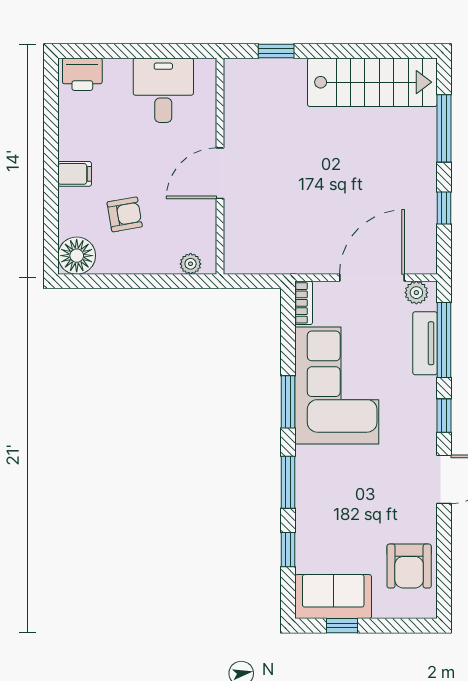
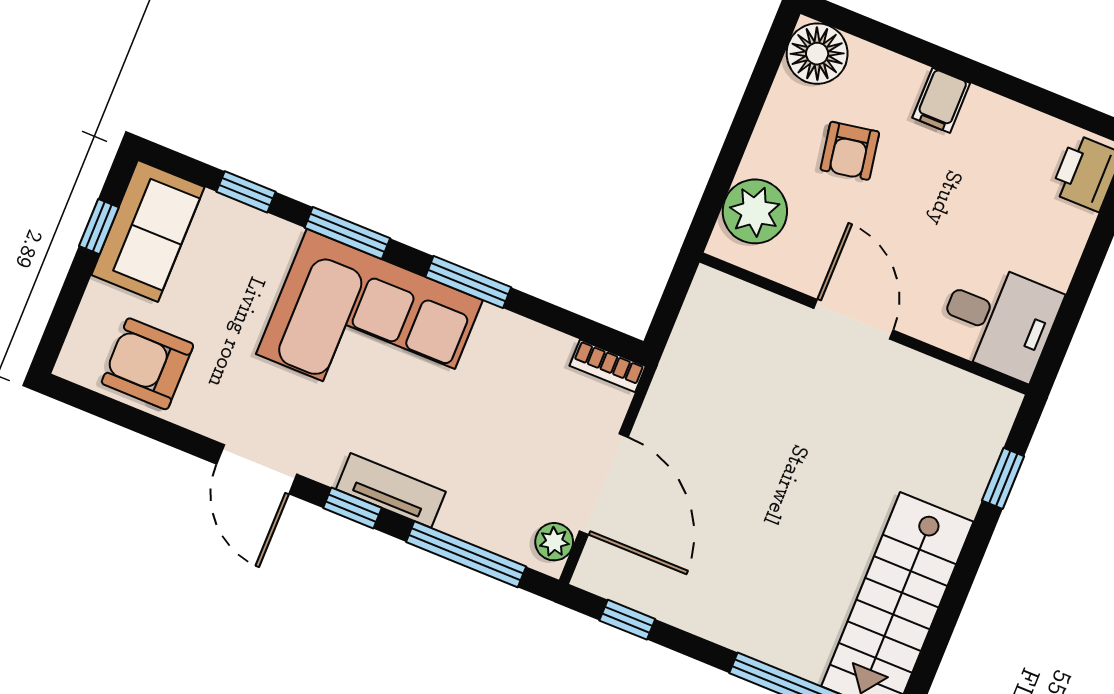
desk: (163, 90) -> (999, 320), moved
window: (444, 208) -> (627, 620), moved
plant: (191, 264) -> (755, 211), width x1.87, depth x1.87
tv unit: (425, 343) -> (391, 490), moved
corner sofa: (337, 385) -> (369, 327), moved

